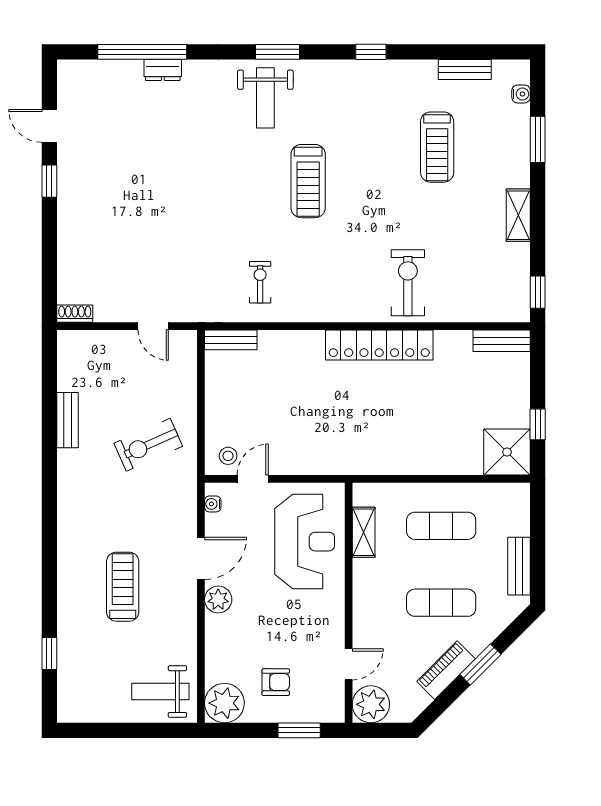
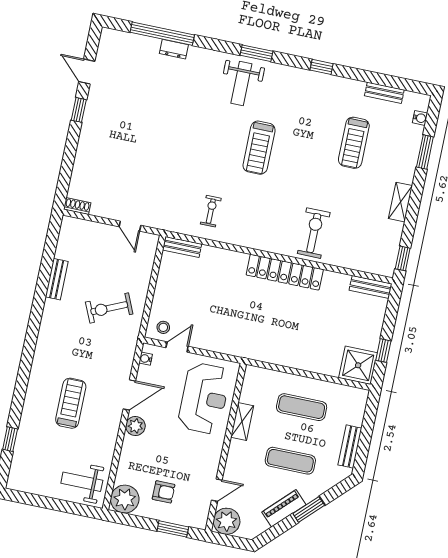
shelving: (364, 532) -> (242, 421), moved

